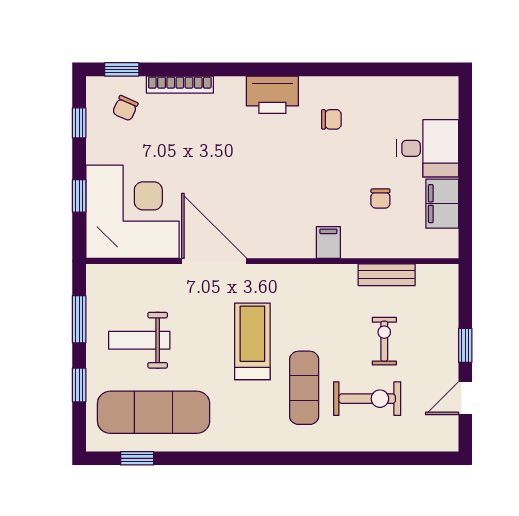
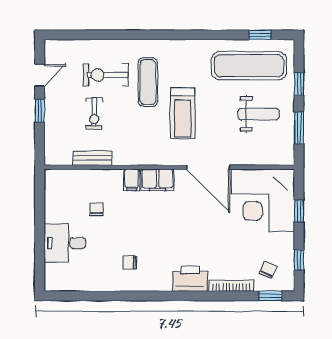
printer: (272, 95) -> (190, 279), moved
filing cabinet: (442, 204) -> (158, 180), moved, turned 90

